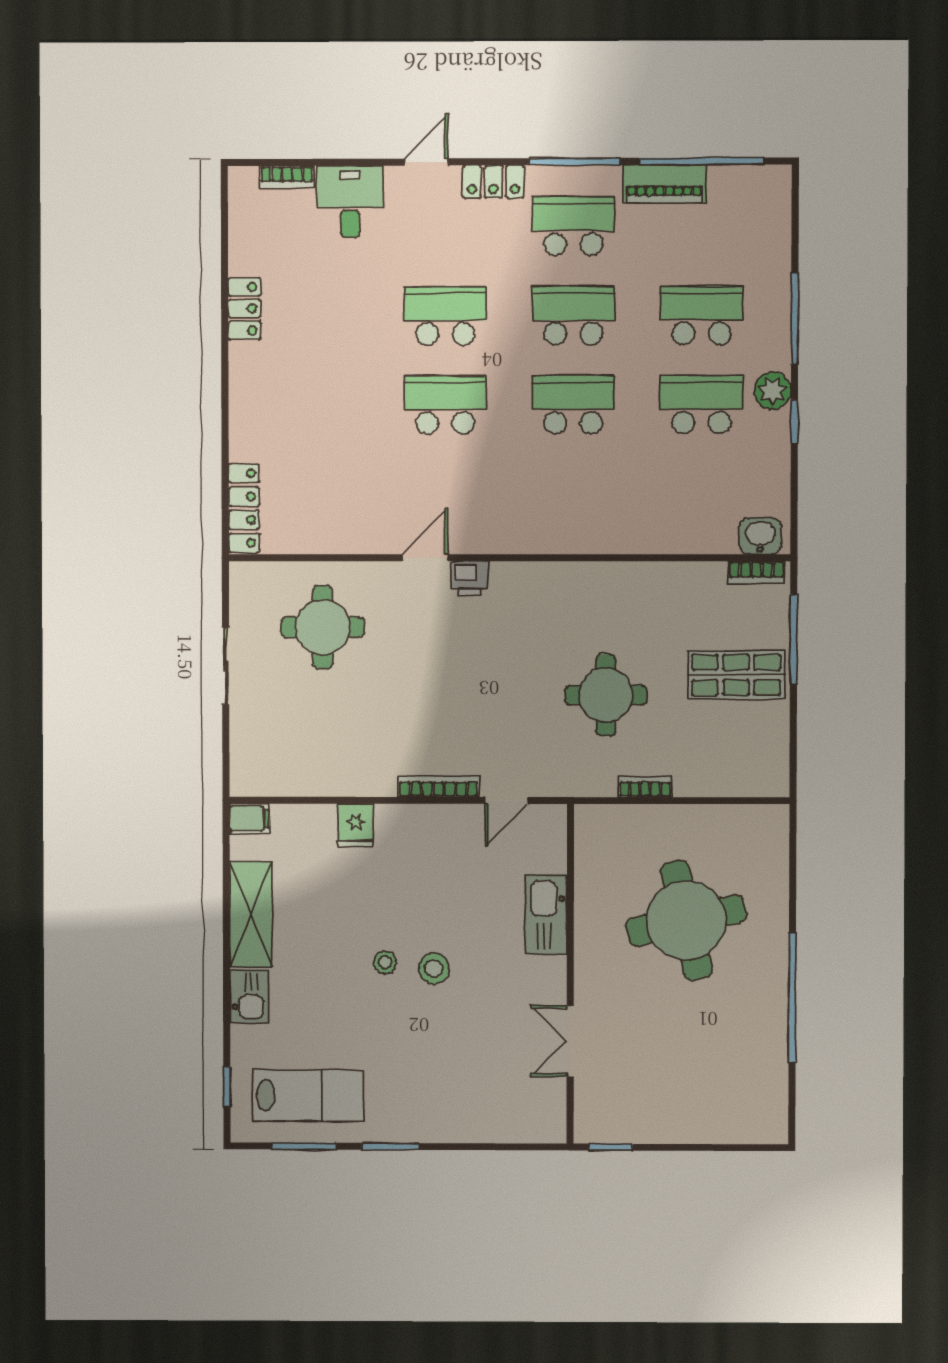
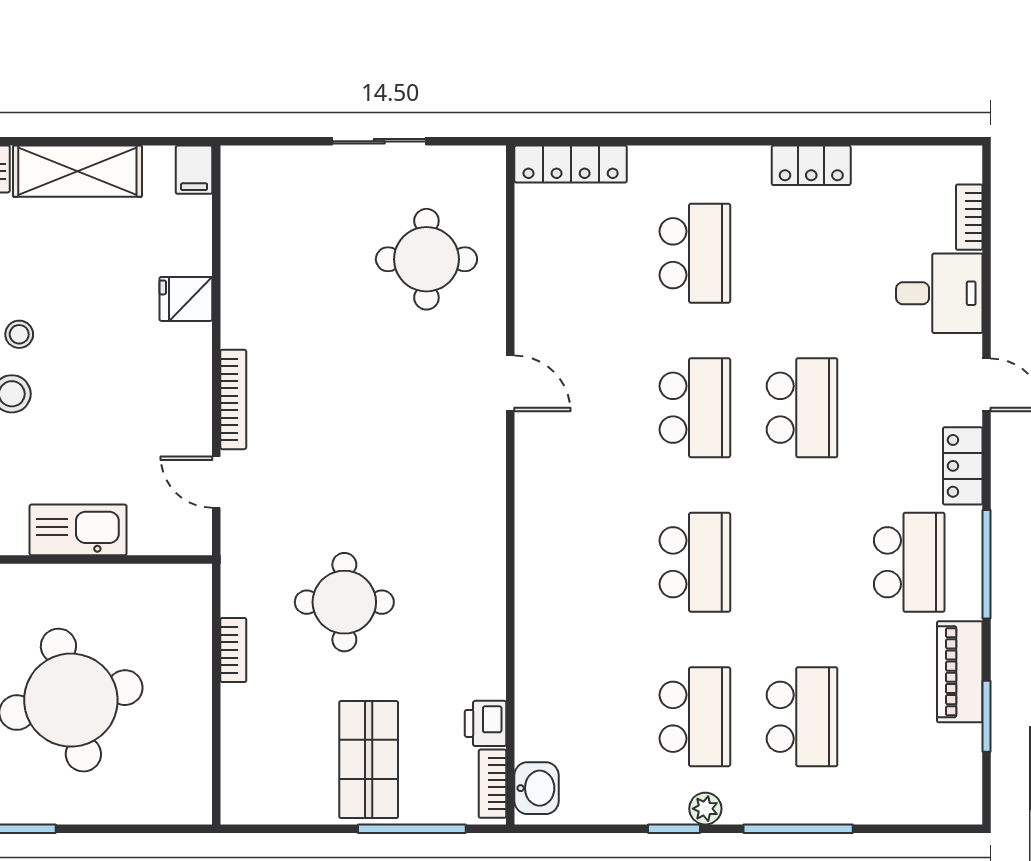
window: (702, 161) -> (987, 716), width x0.47
school desk: (573, 315) -> (695, 253), moved
plant: (773, 391) -> (705, 809), width x0.73, depth x0.73
printer: (469, 578) -> (486, 723), moved

